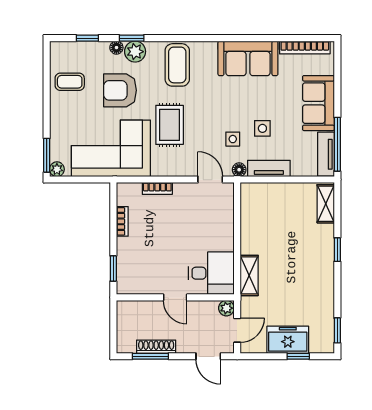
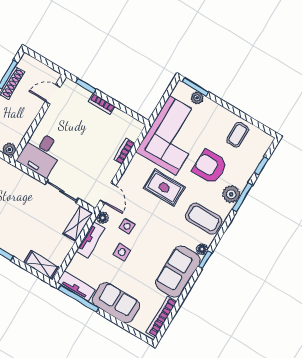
window: (132, 38) -> (242, 197), width x1.50
window: (219, 38) -> (205, 259), added
floor lamp: (116, 48) -> (202, 249), moved
armchair: (120, 90) -> (210, 167), turned -90
plant: (57, 169) -> (197, 98), moved
door: (210, 180) -> (108, 193), hinge flipped
bookcase: (122, 221) -> (102, 104), moved
sliding door: (237, 228) -> (62, 191), added
shelving: (249, 275) -> (78, 223), moved, turned 90
door: (175, 297) -> (53, 94), moved

